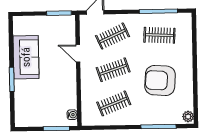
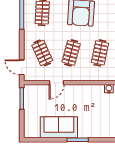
clothes rail: (113, 70) -> (71, 53), turned 33
clothes rail: (114, 103) -> (100, 53), turned 33

